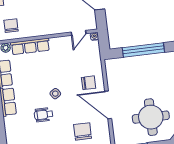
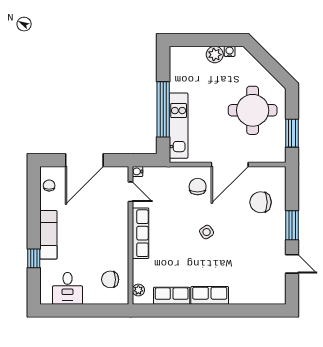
row of seats: (30, 46) -> (141, 233), moved
kitchen unit: (133, 63) -> (179, 126), added
wheelchair: (44, 115) -> (232, 251), removed

